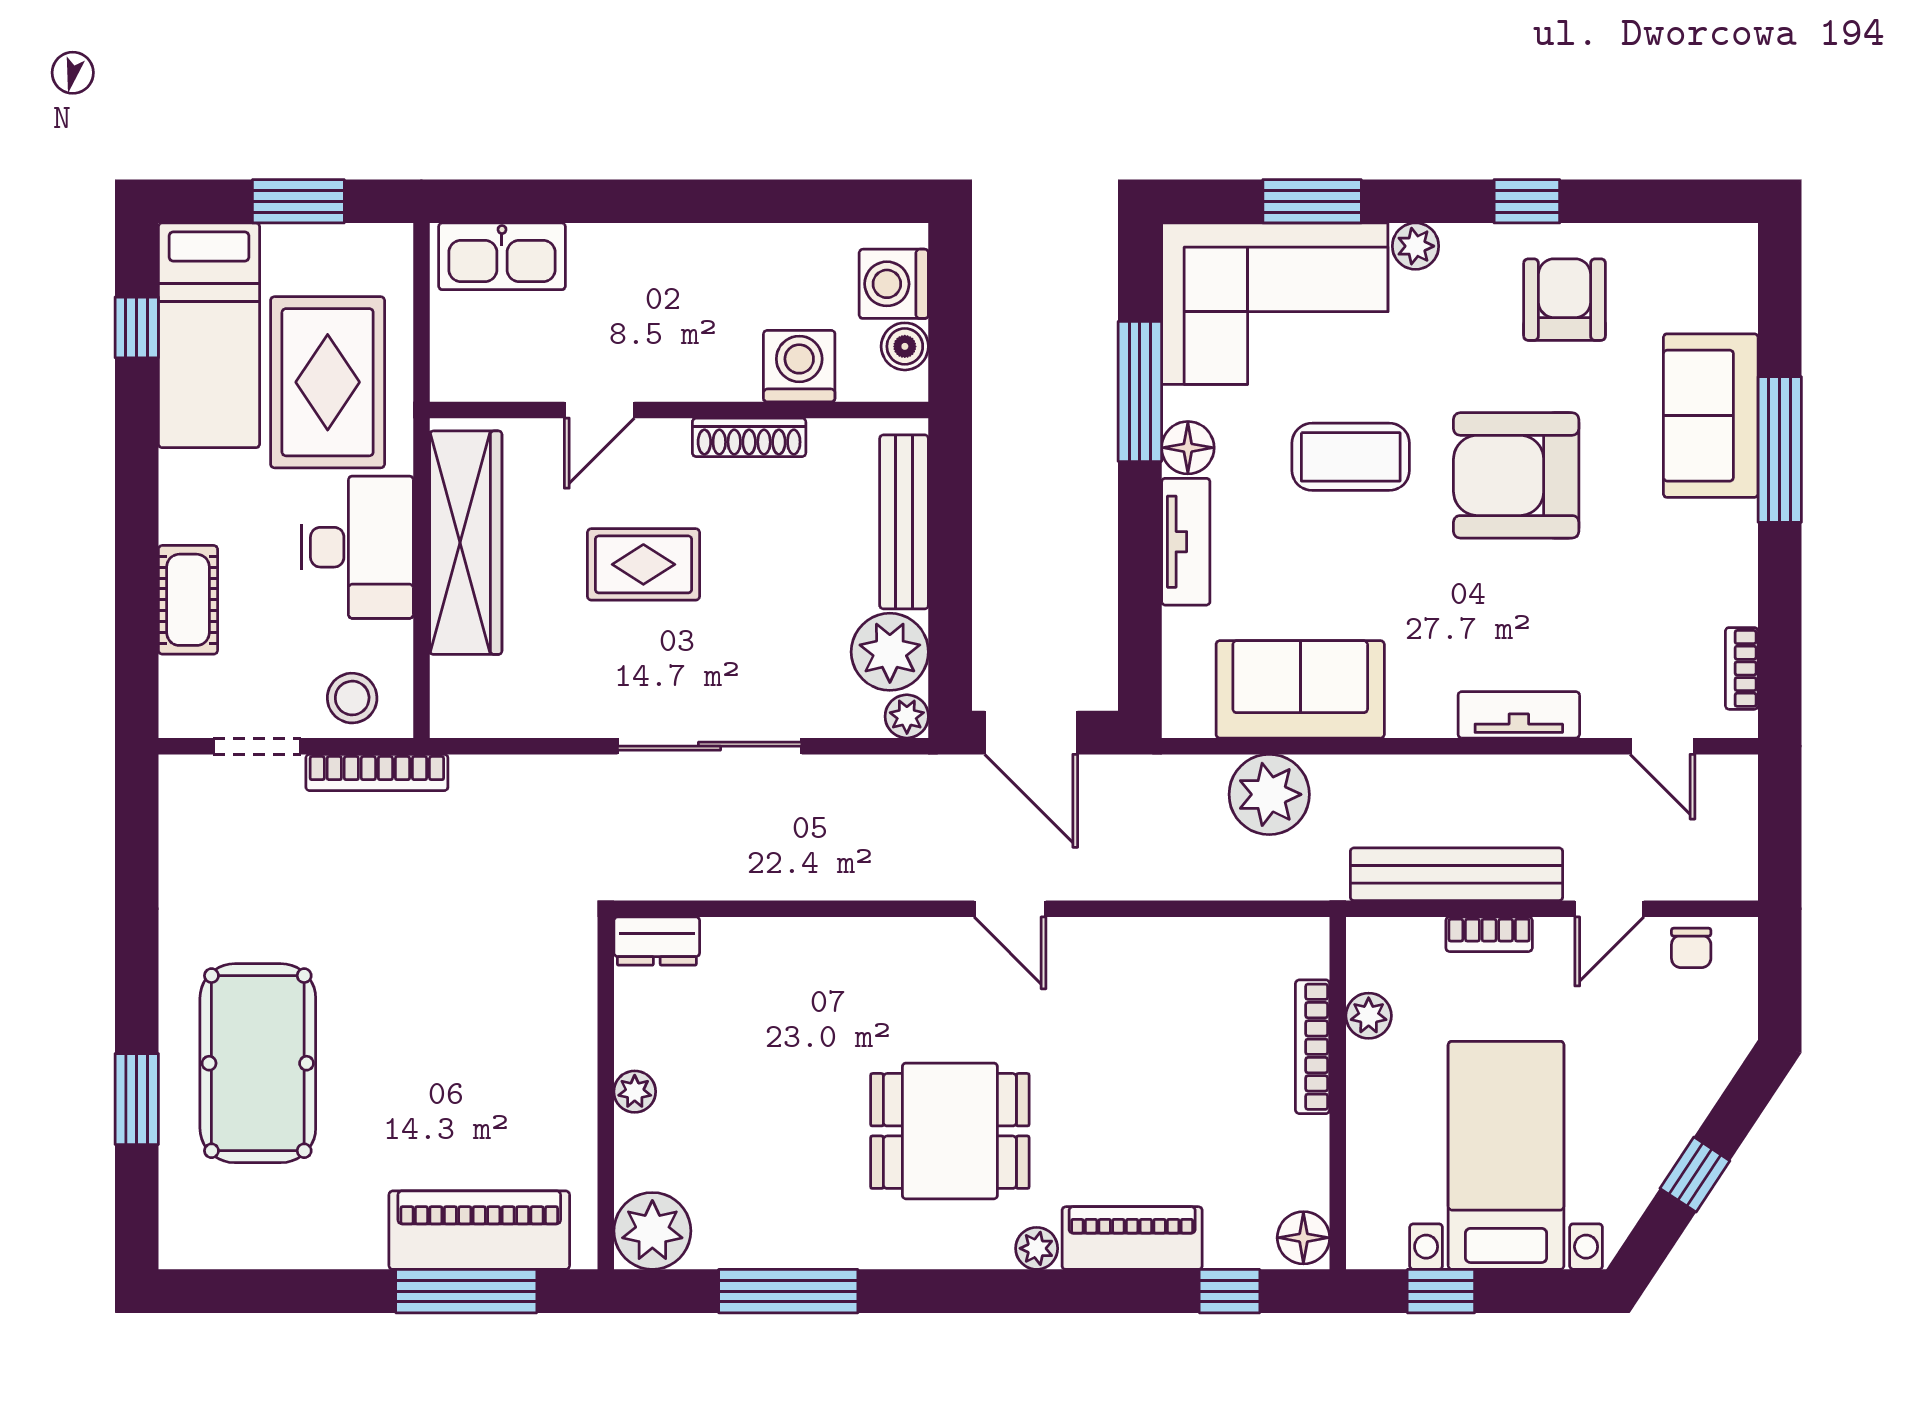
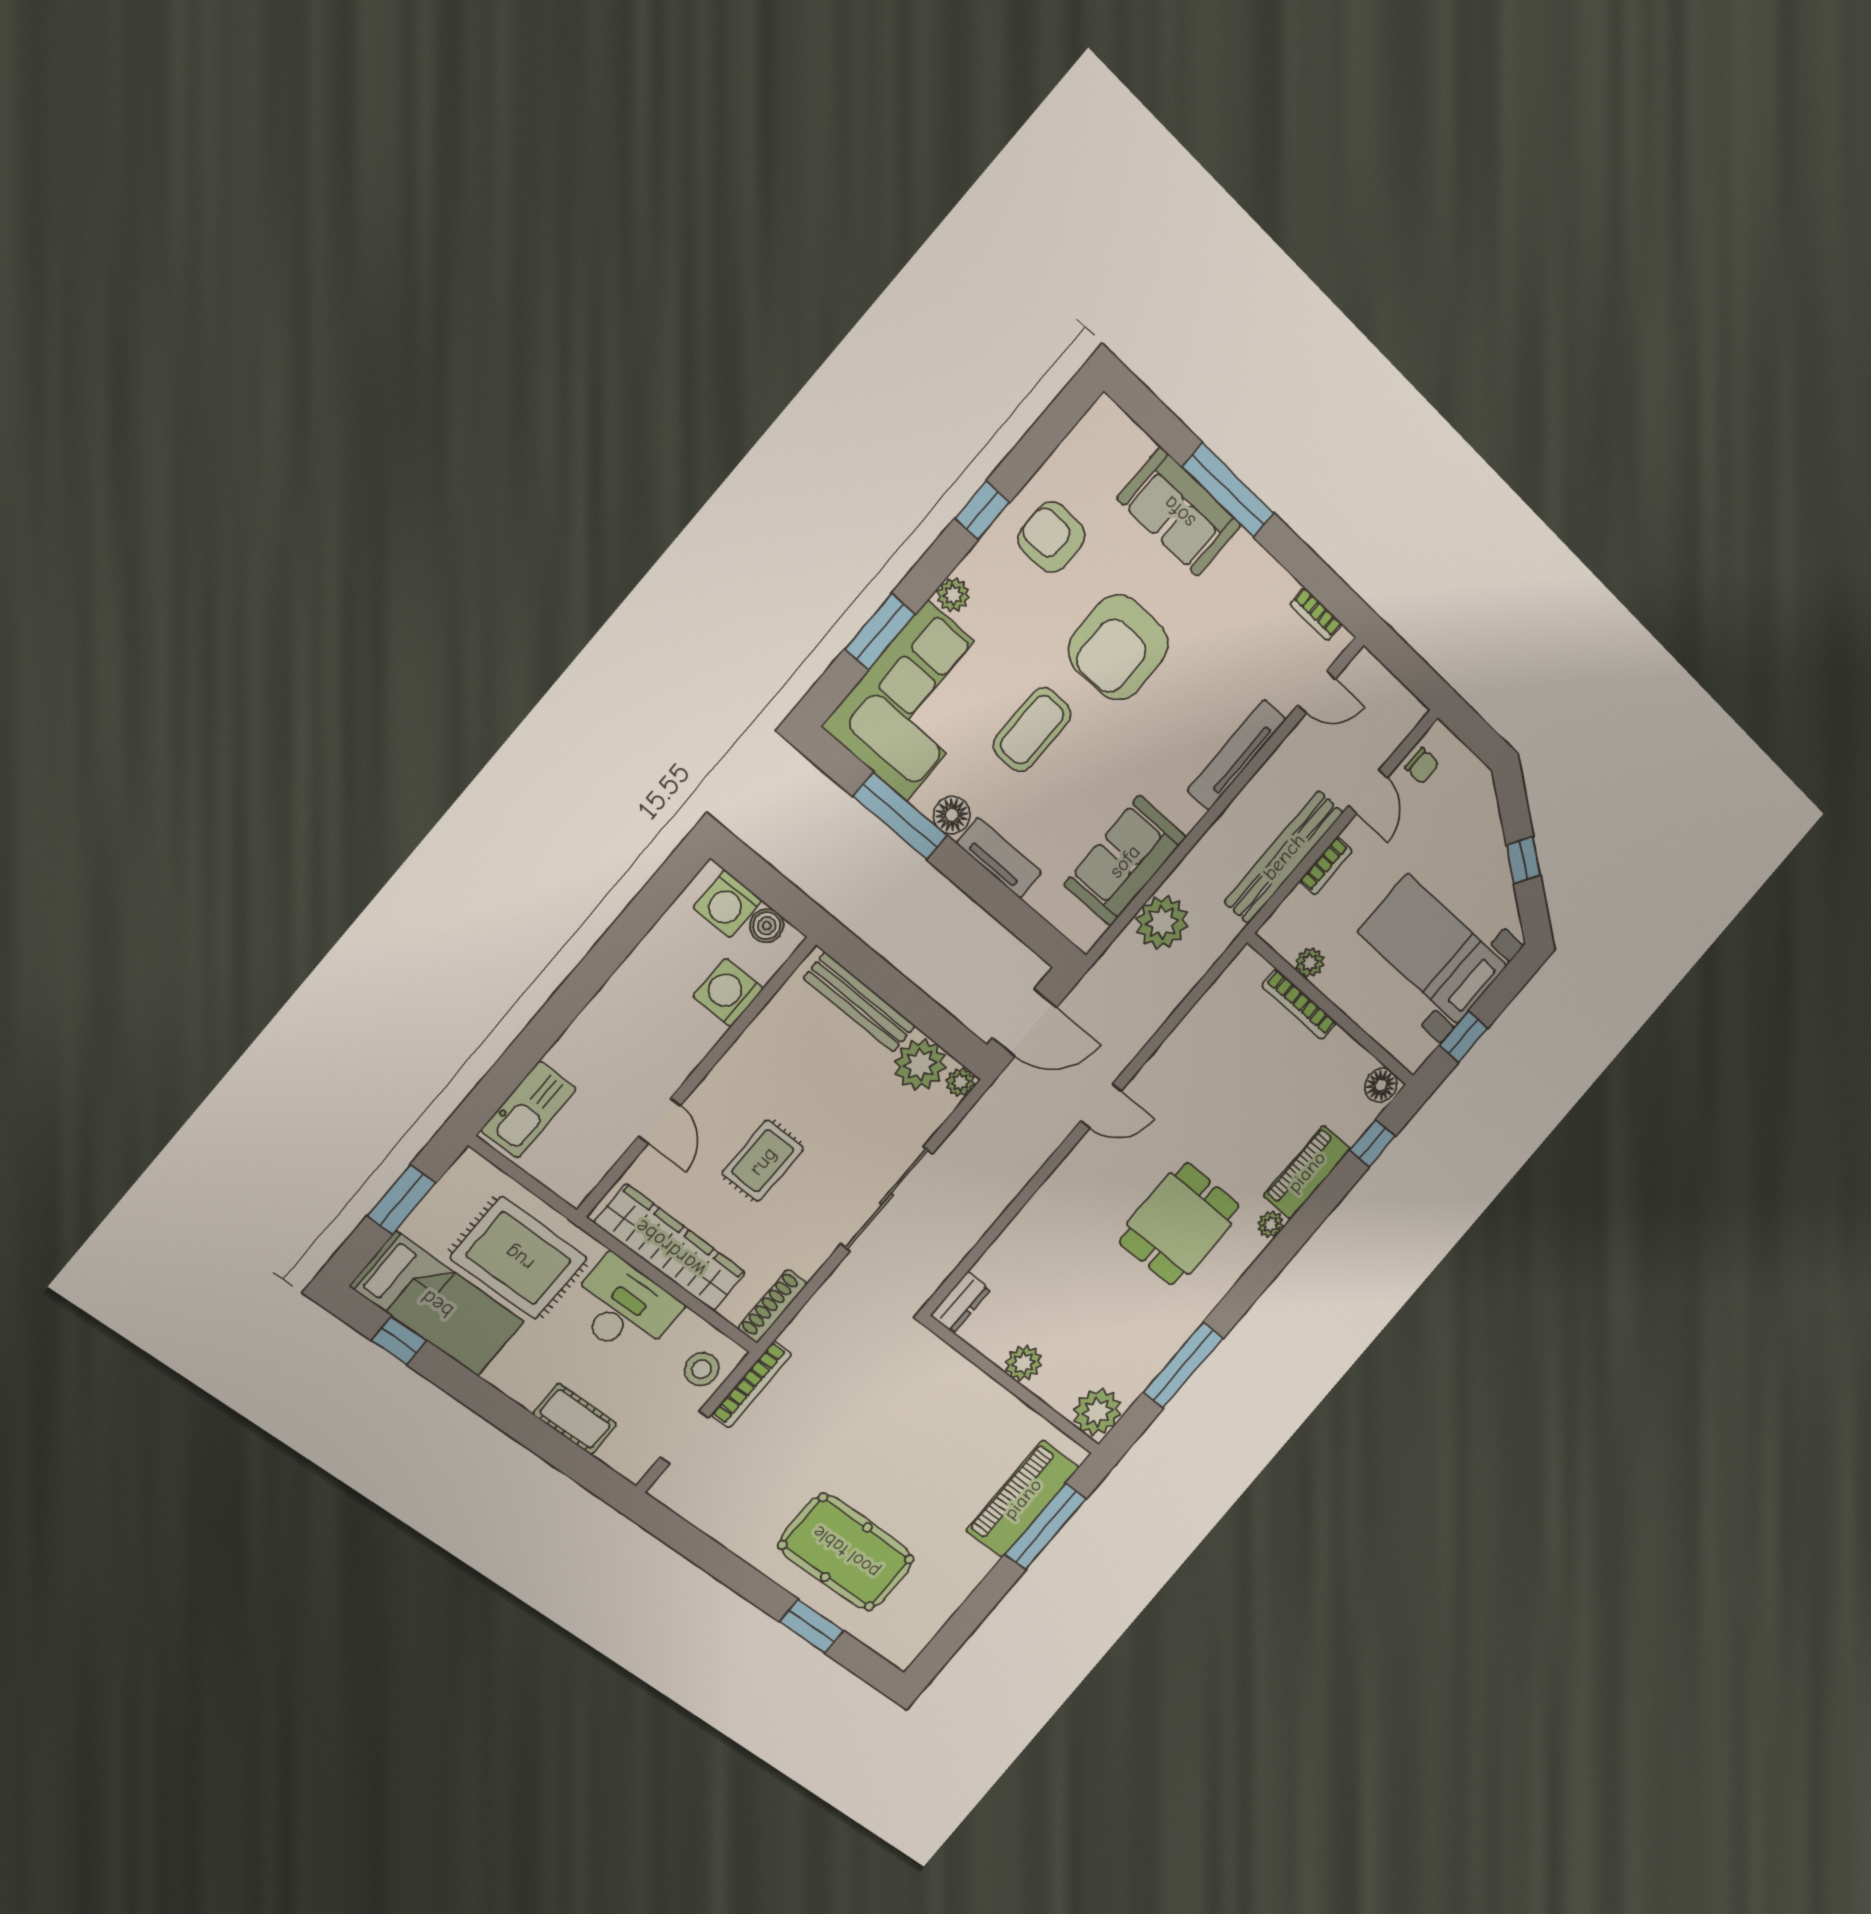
shoe rack: (749, 437) -> (772, 1306), moved, turned 180
tv unit: (1519, 715) -> (1237, 755), width x1.41
plant: (635, 1092) -> (1023, 1363), width x1.38, depth x1.38

